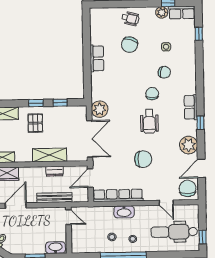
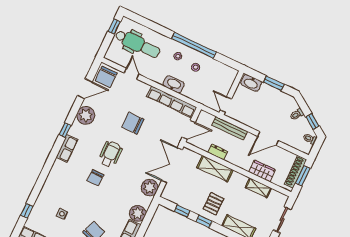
chair: (164, 72) -> (75, 192), removed
plant: (99, 81) -> (138, 213), added

